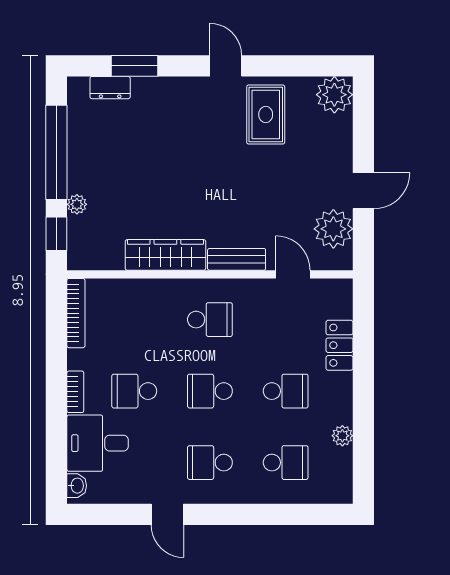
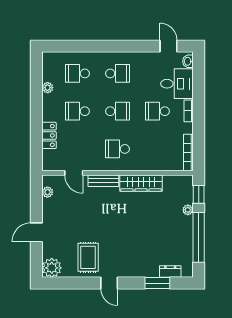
door: (363, 191) -> (36, 232), moved
plant: (333, 229) -> (47, 192), width x0.53, depth x0.53
school desk: (134, 391) -> (158, 111), turned 180
door: (167, 514) -> (168, 46), moved

